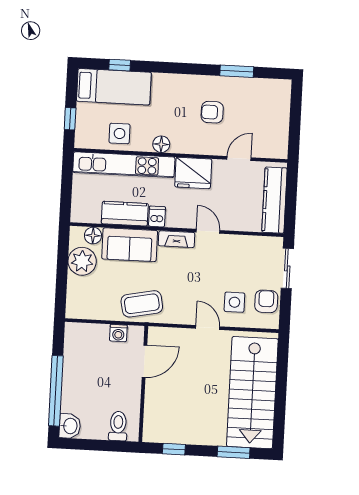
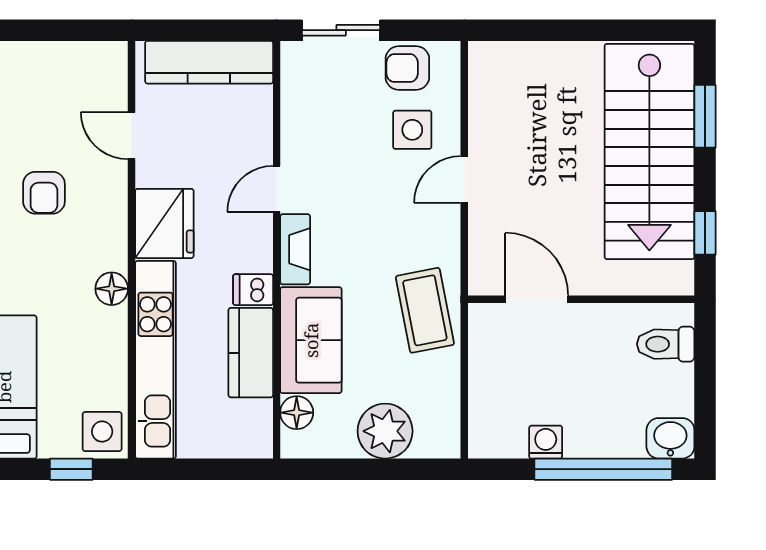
side table: (120, 133) -> (102, 432), moved
plant: (82, 261) -> (385, 431), moved
washing machine: (118, 333) -> (546, 442), moved, turned -90
stairs: (252, 393) -> (649, 151), moved, turned 90

